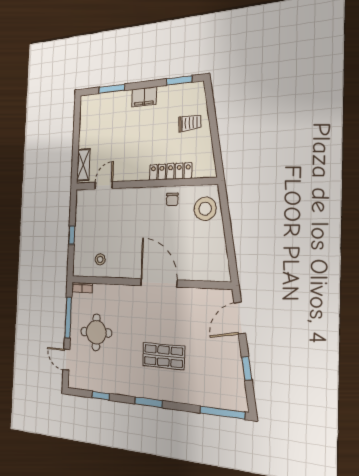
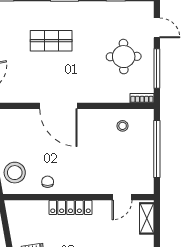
locker: (170, 171) -> (71, 207), moved
window: (72, 235) -> (157, 149), width x3.17

